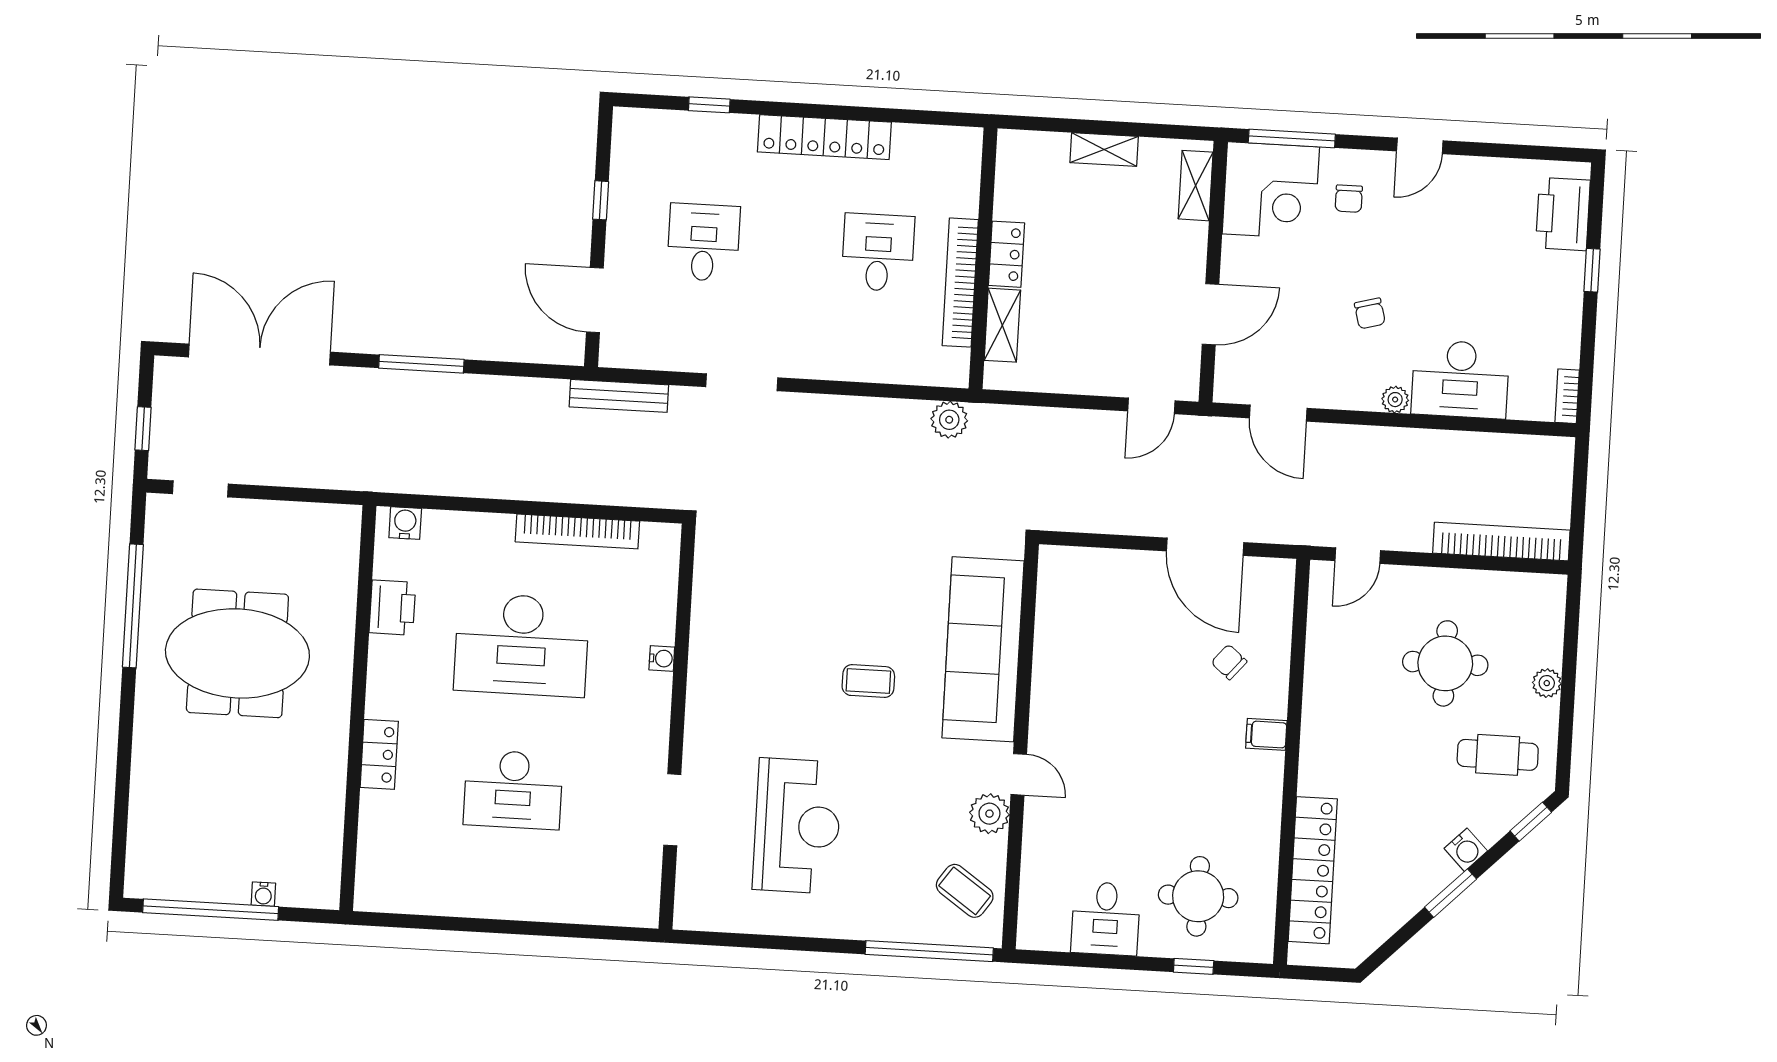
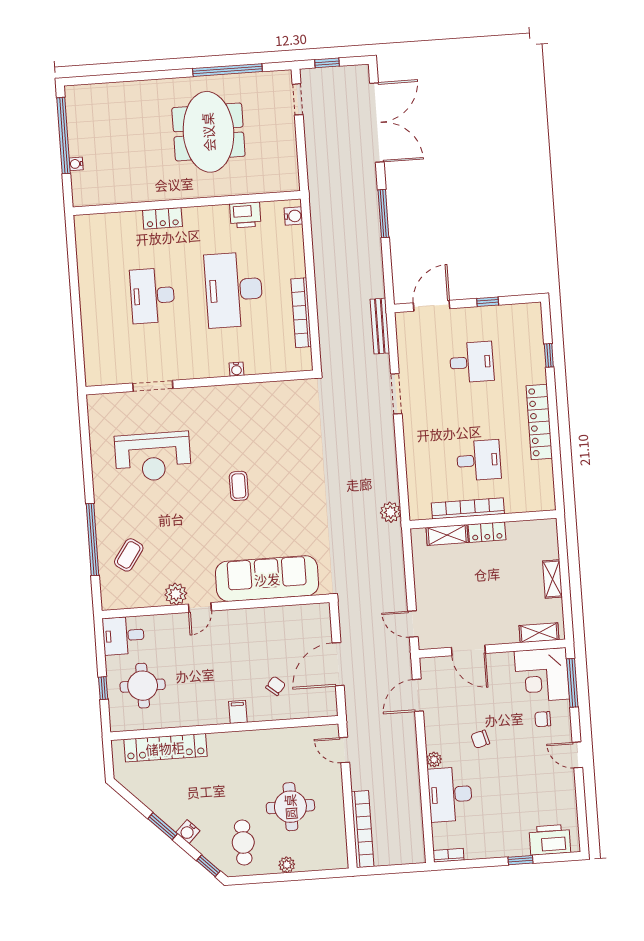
sofa: (983, 649) -> (267, 579), moved
wall: (1020, 746) -> (216, 606), moved
door: (1019, 774) -> (200, 608), moved
plant: (989, 814) -> (176, 594), moved

